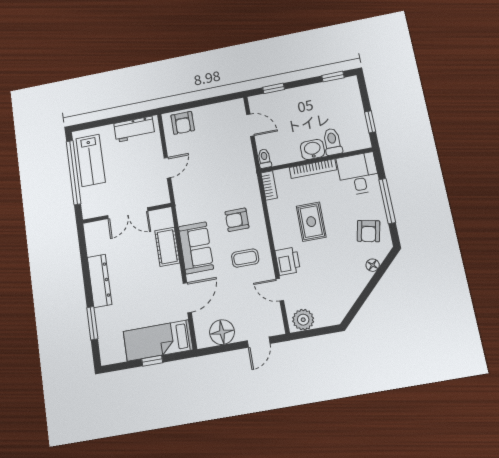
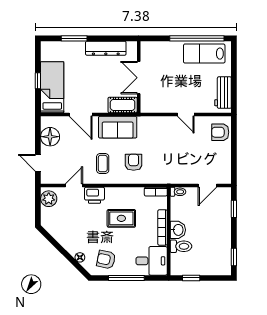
wall: (127, 213) -> (139, 77), moved
double door: (128, 213) -> (139, 78), moved

